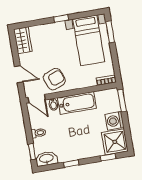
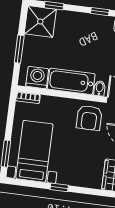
armchair: (54, 79) -> (89, 118), turned -69
window: (122, 101) -> (19, 49), moved
washing machine: (115, 121) -> (37, 78), moved, turned -90

